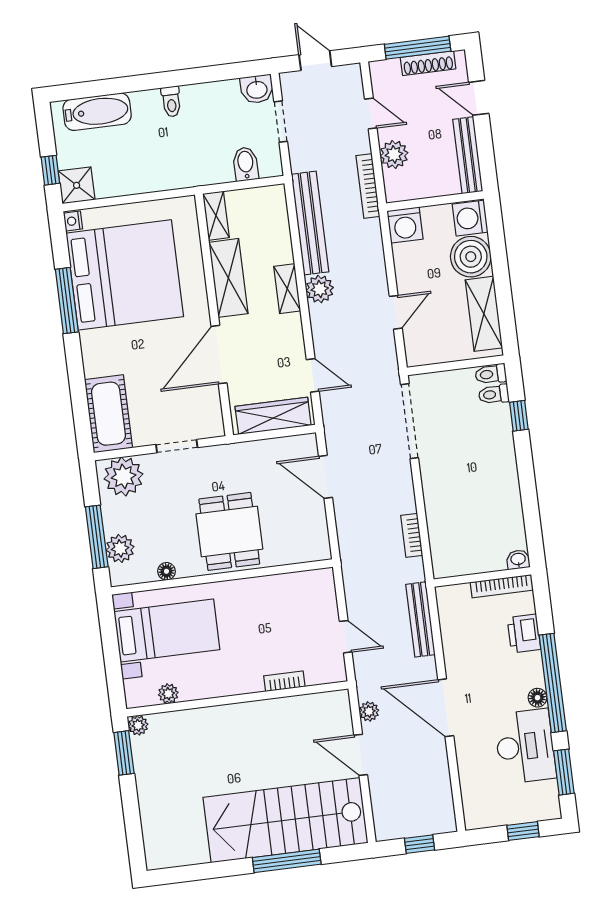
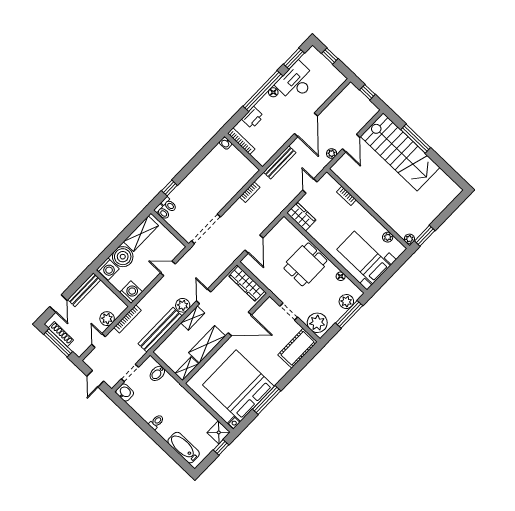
door: (313, 375) -> (204, 296), moved
wardrobe: (309, 585) -> (301, 217), added

